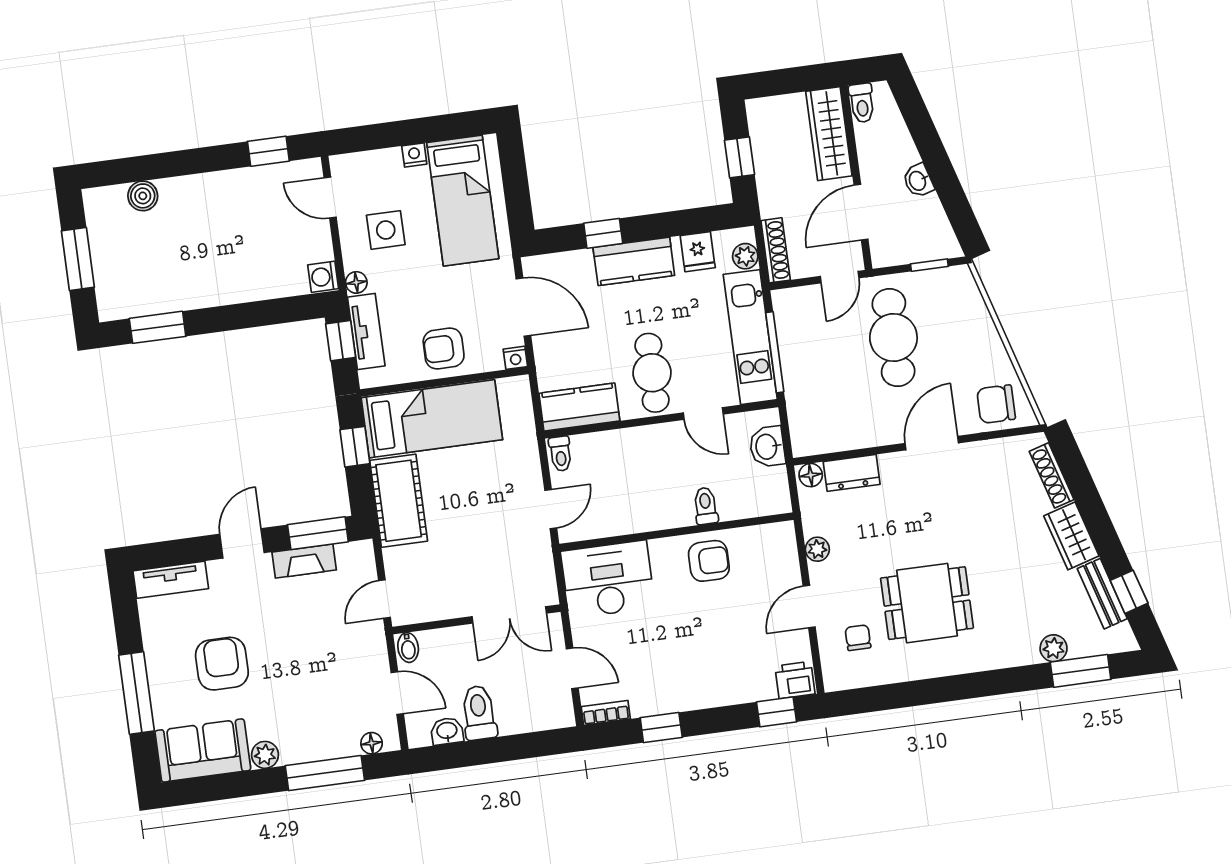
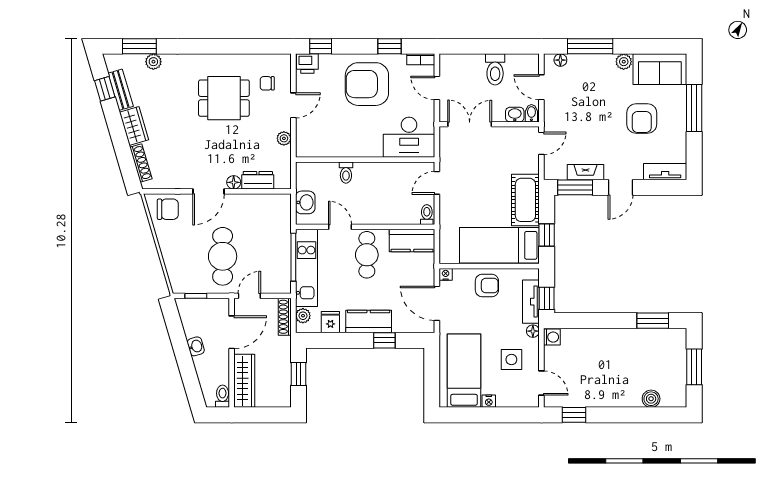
floor lamp: (811, 475) -> (234, 182), moved
armchair: (709, 561) -> (367, 84), moved, width x1.88, depth x1.88
chair: (858, 638) -> (267, 83), turned 90
washbasin: (447, 731) -> (515, 115), moved, turned 180

